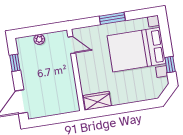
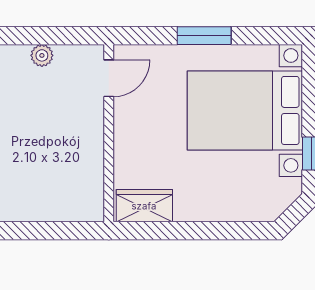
door: (72, 45) -> (109, 78), hinge flipped

